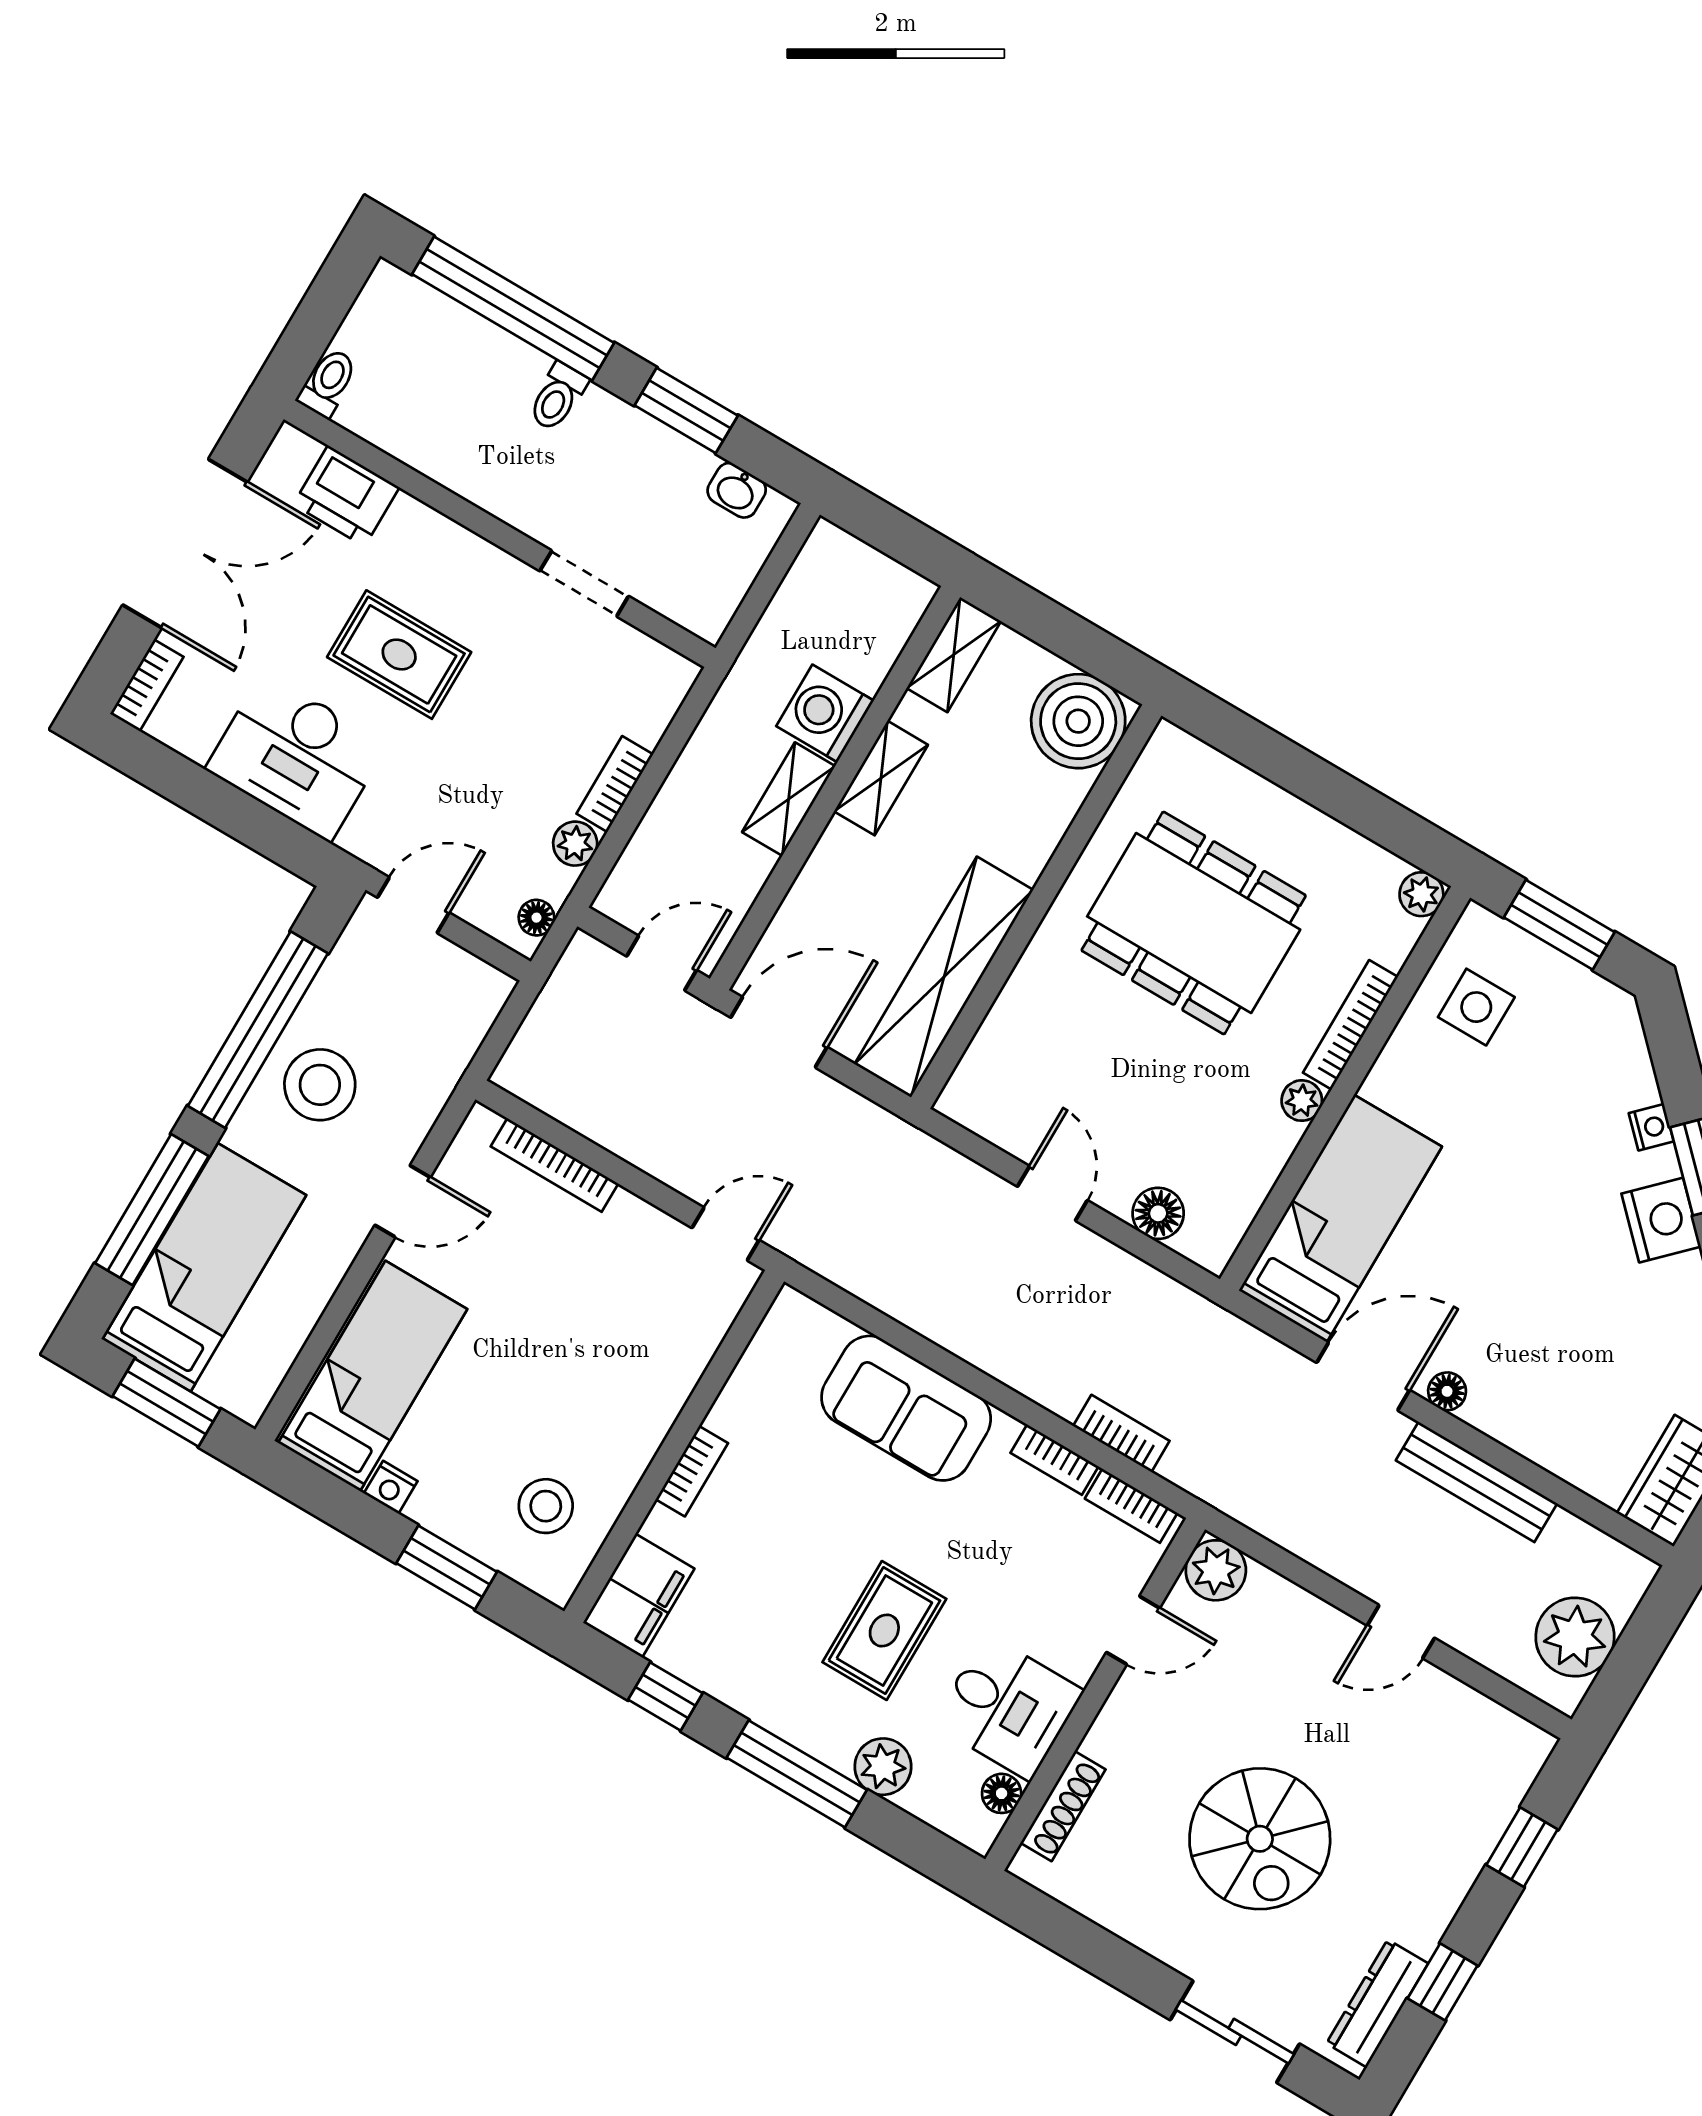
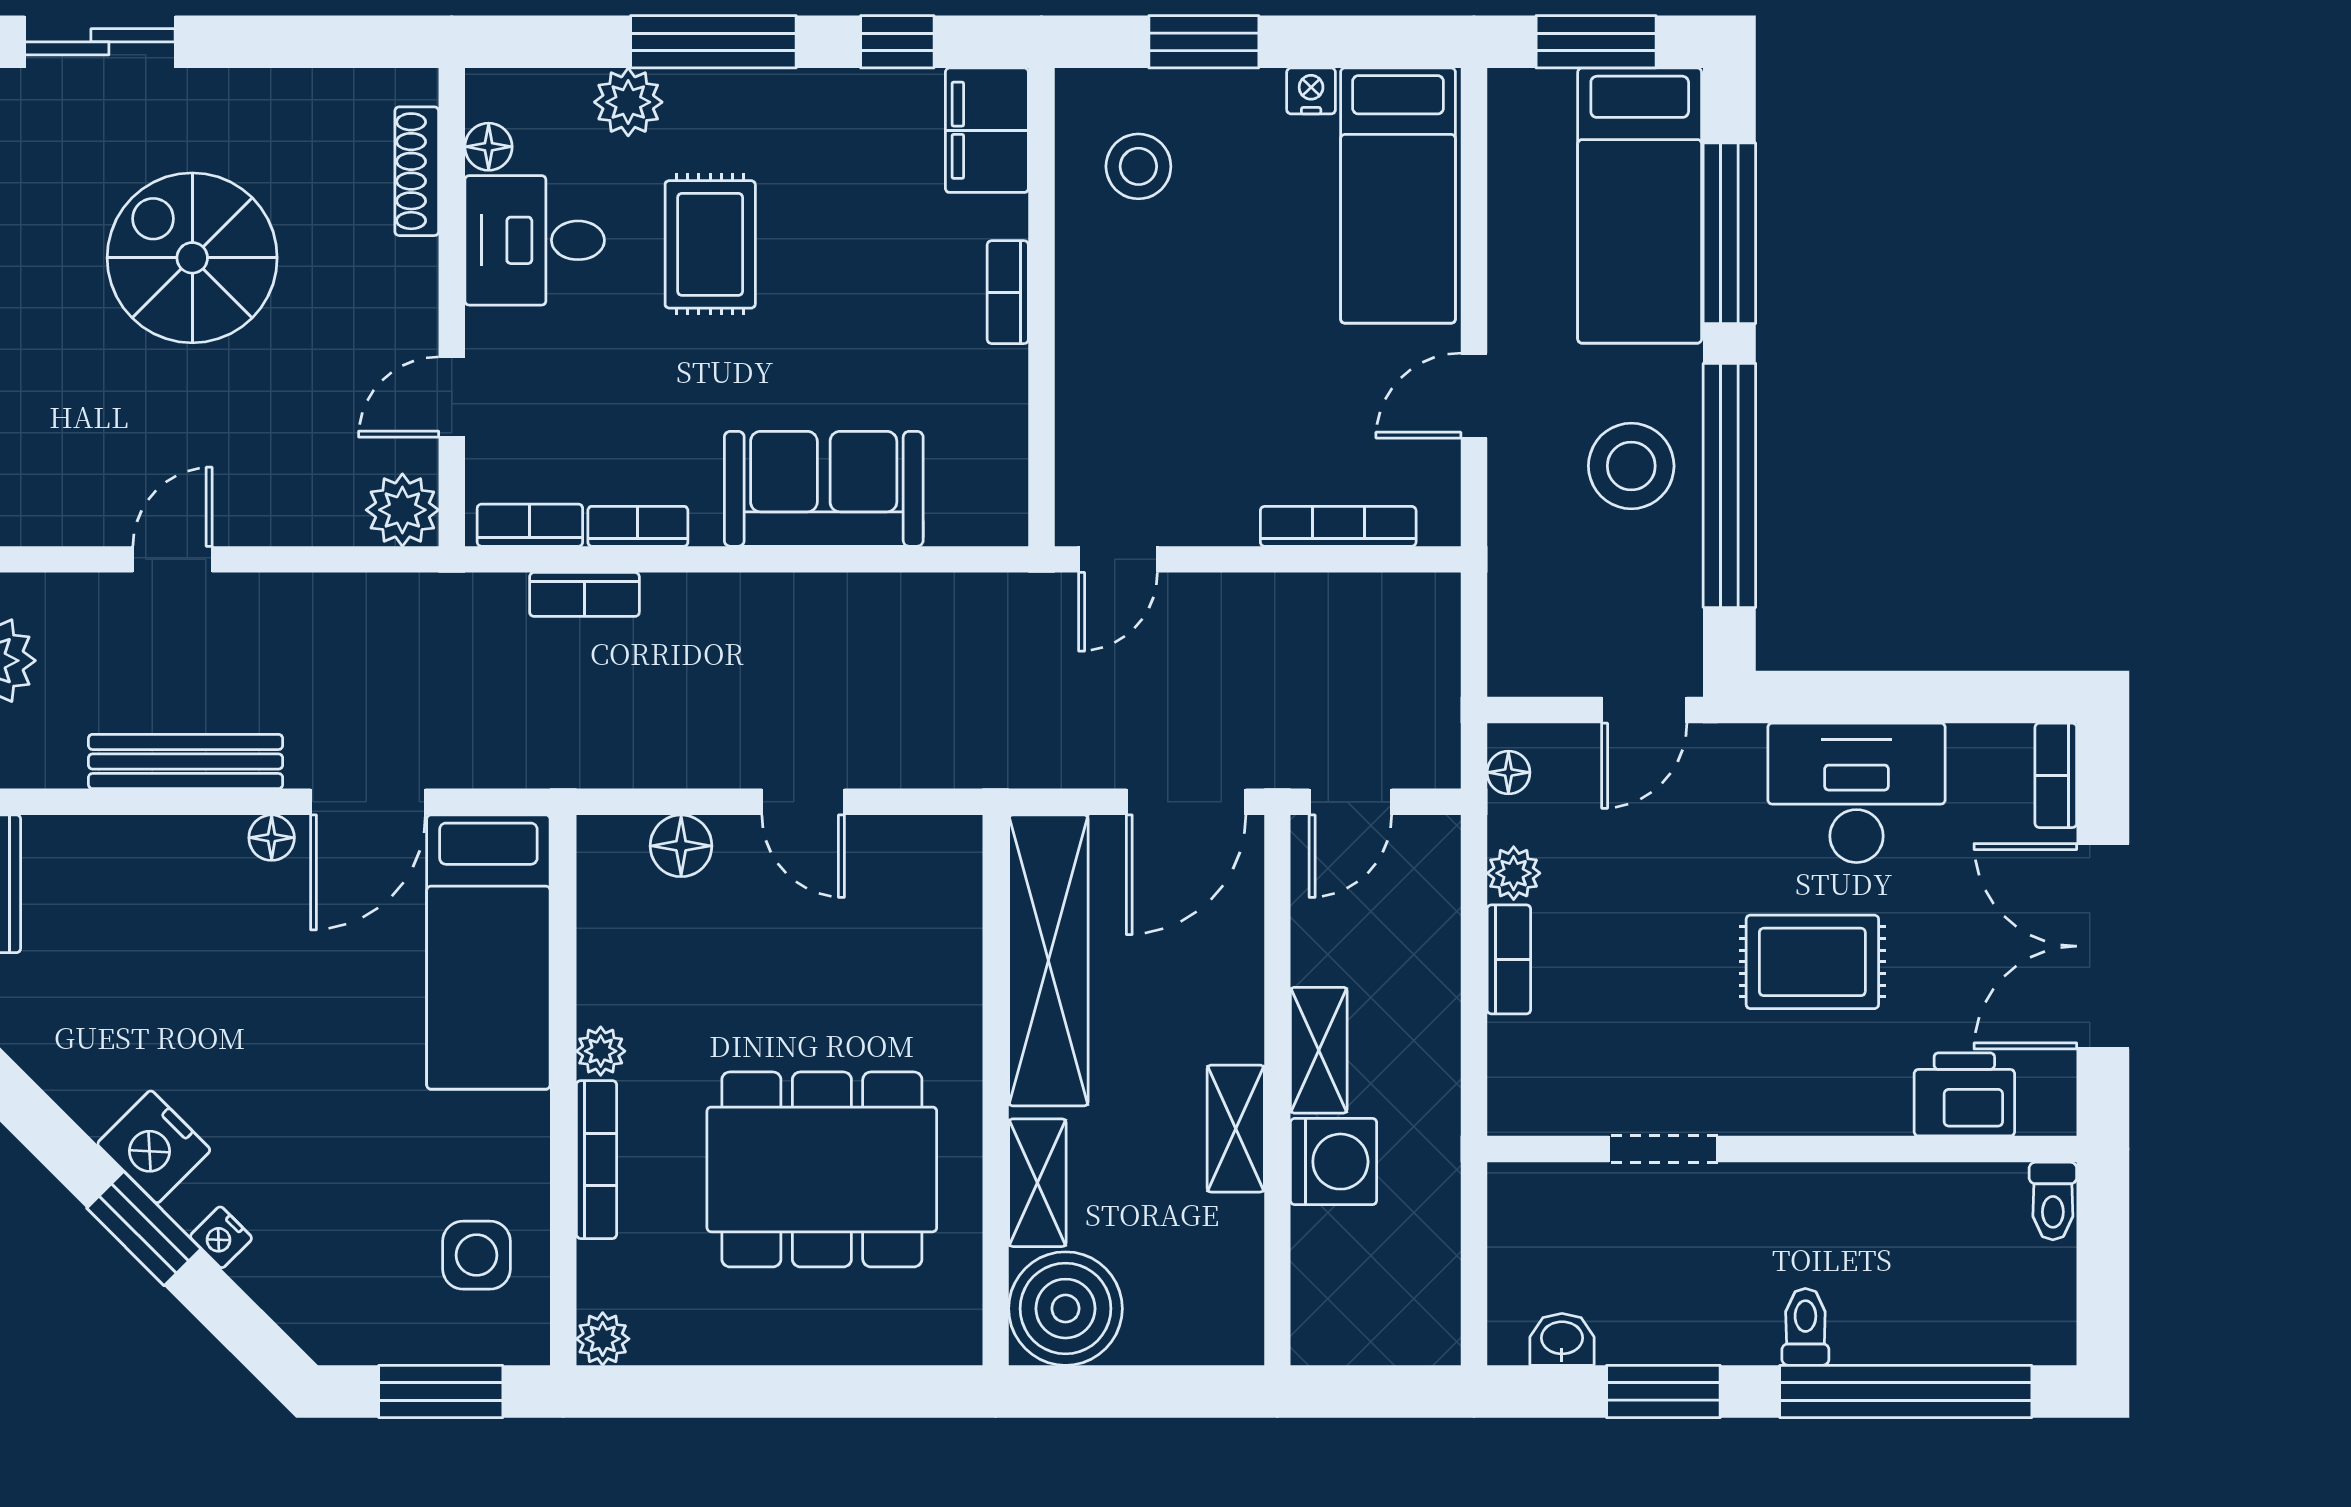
shelving: (954, 655) -> (1037, 1183), moved

